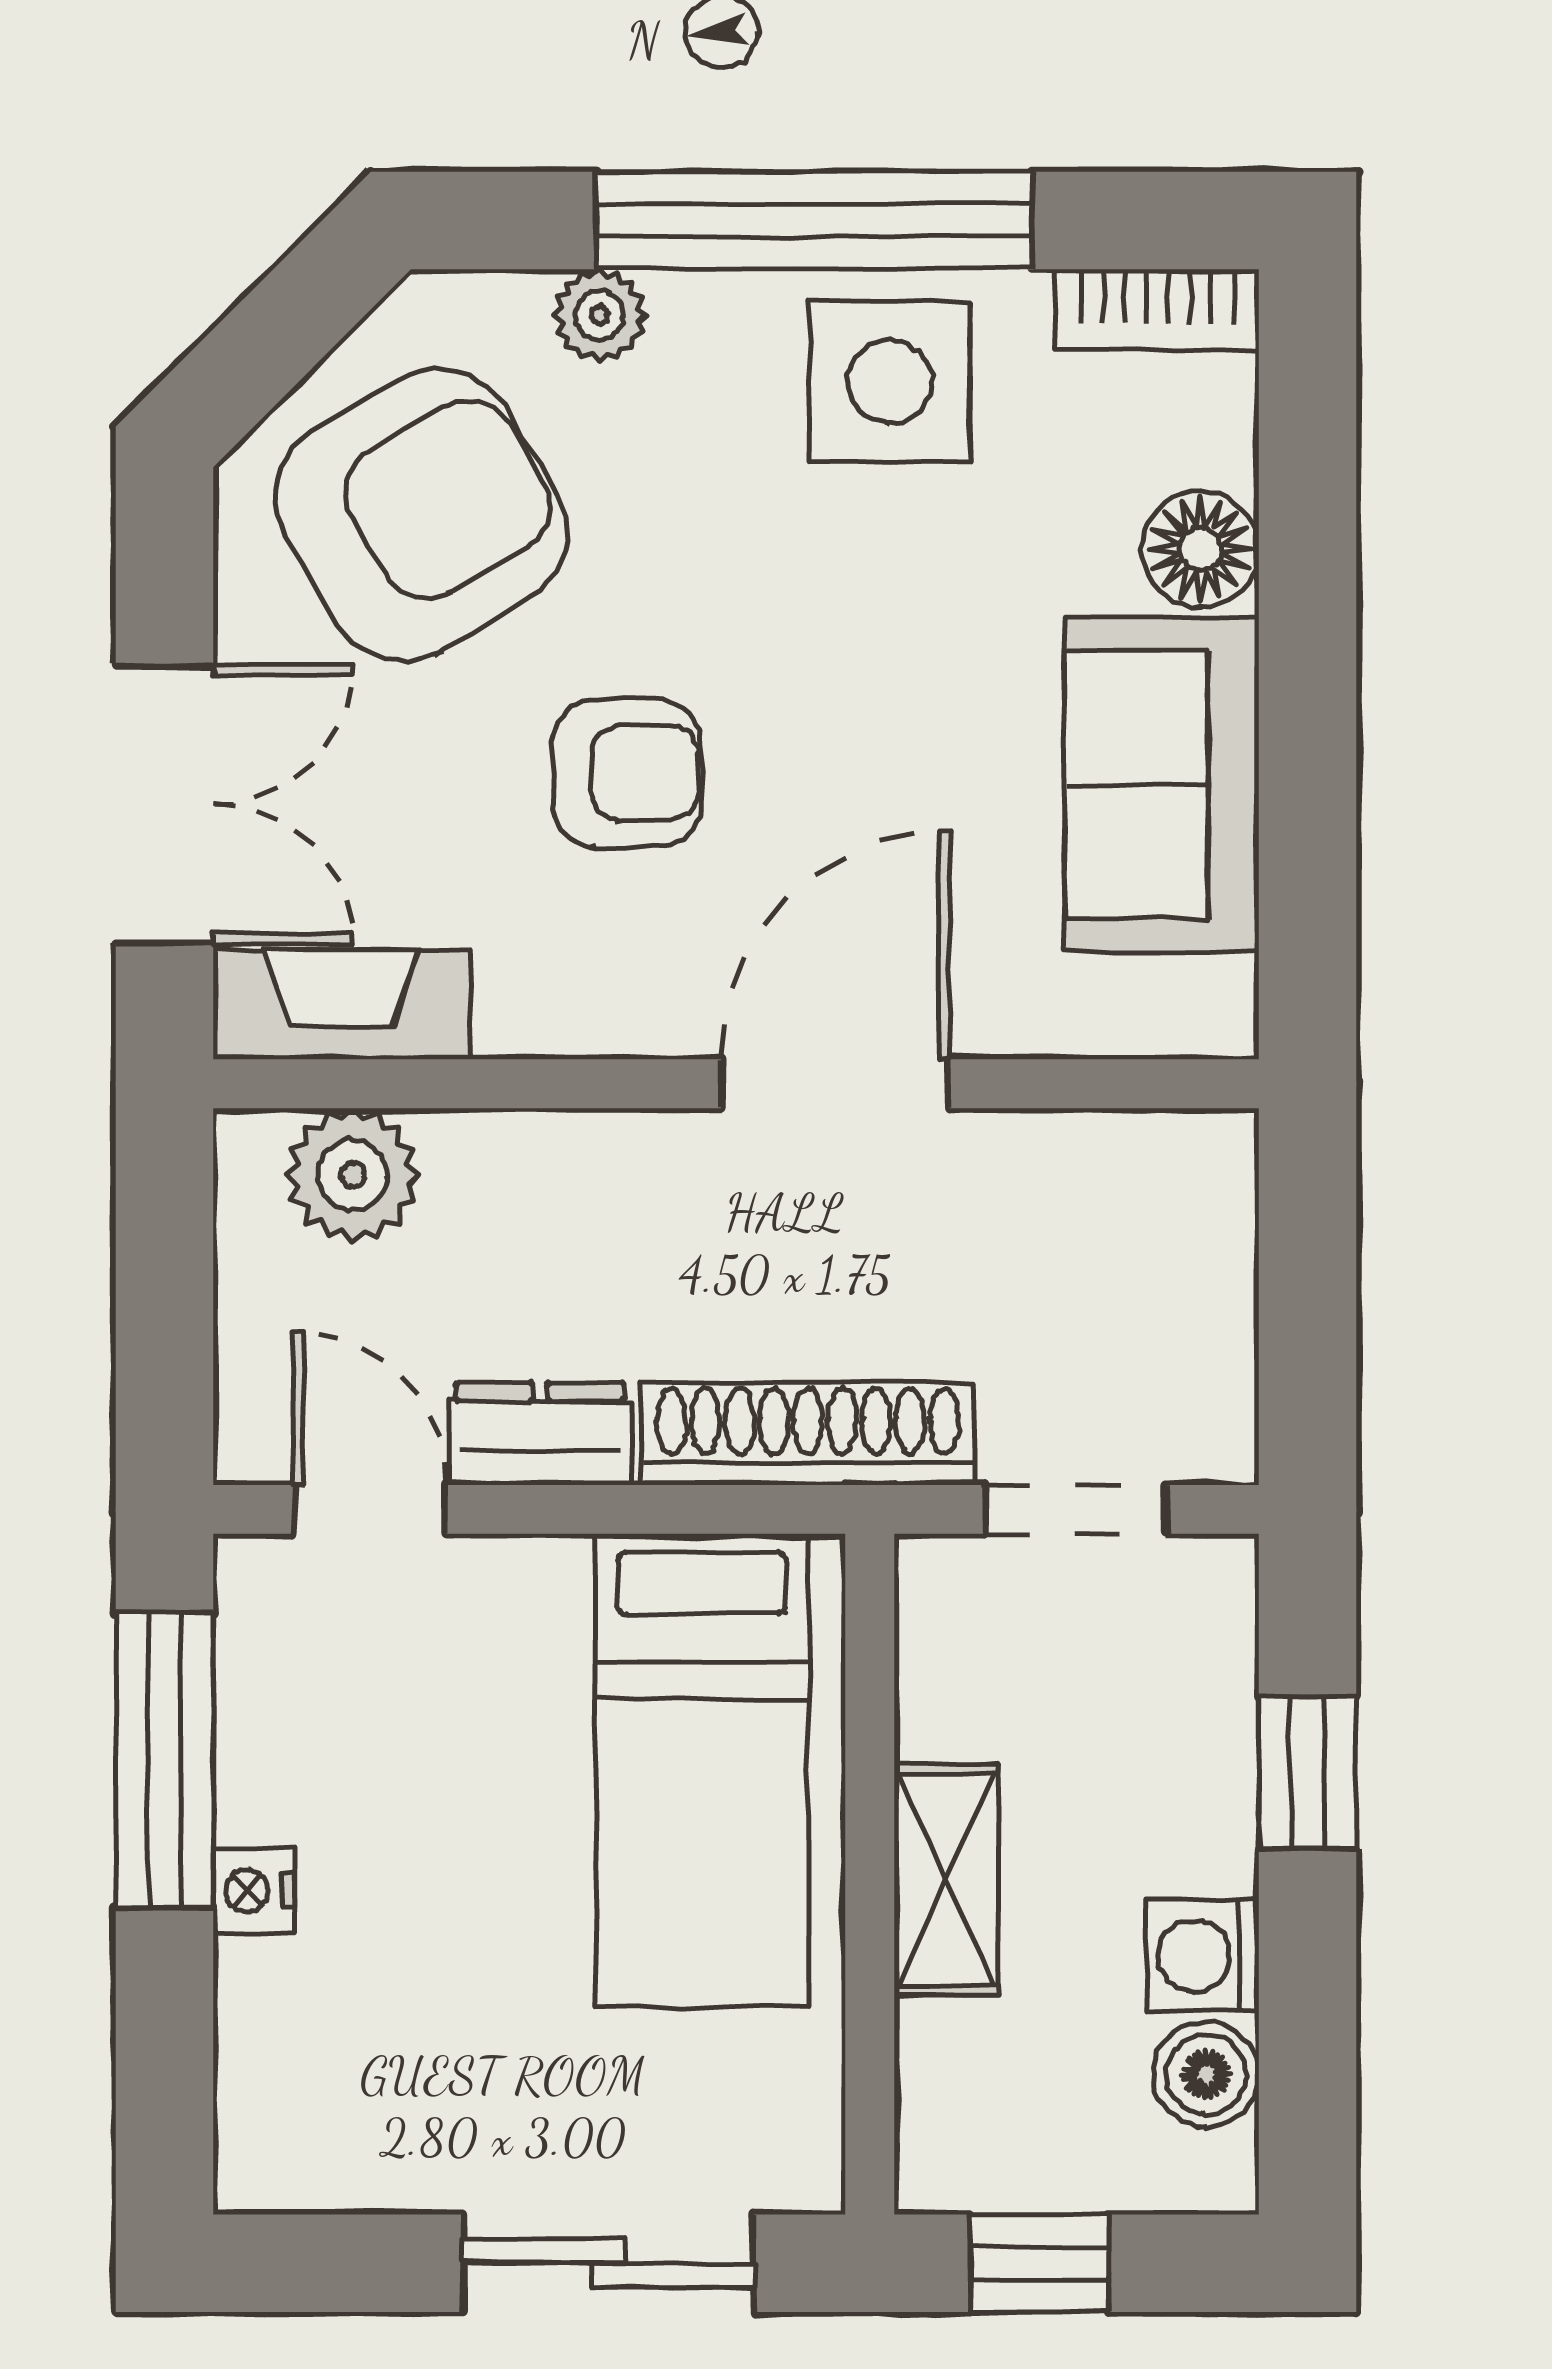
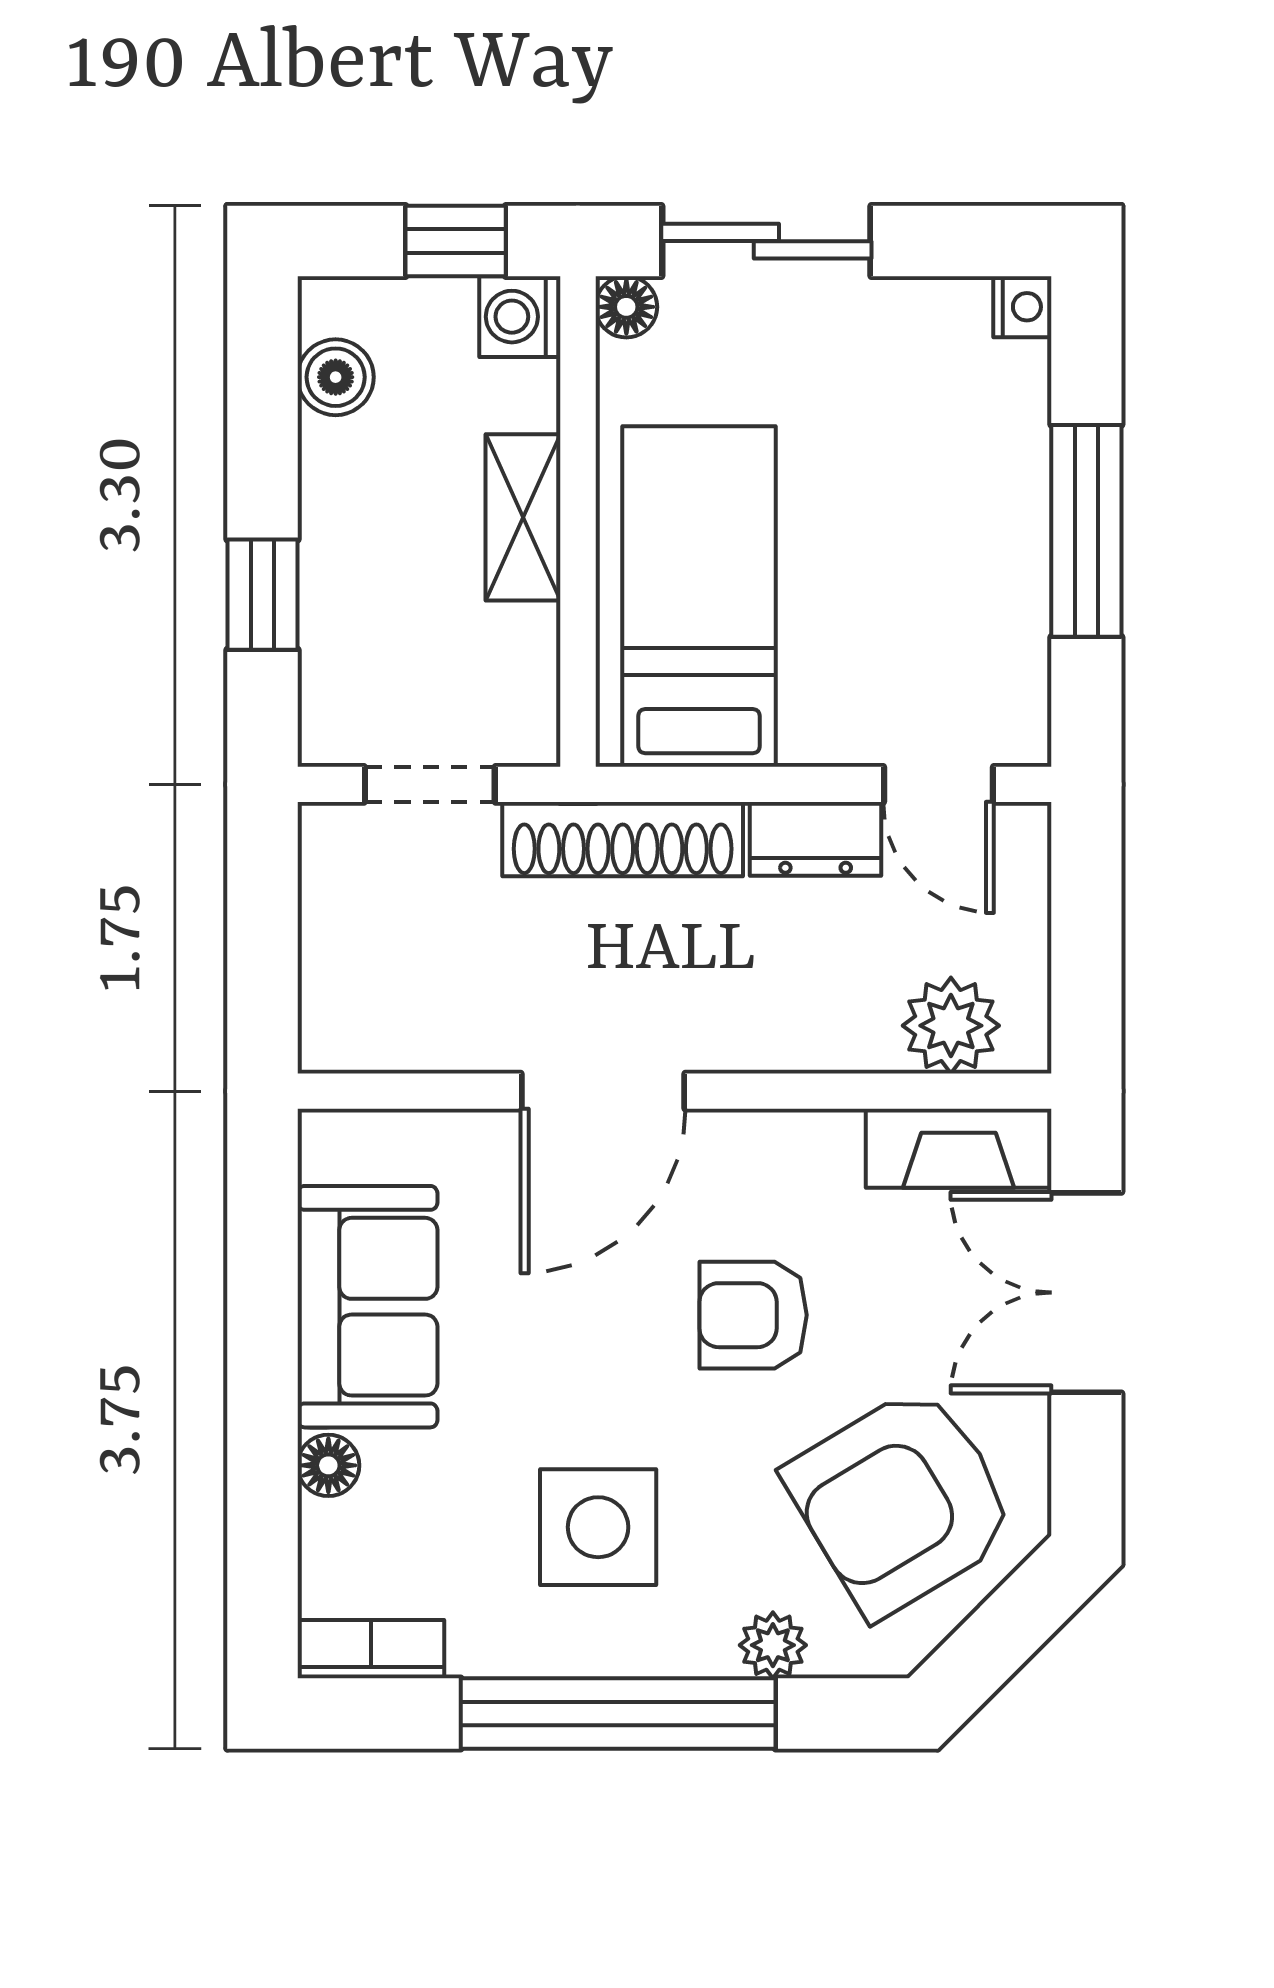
side table: (890, 382) -> (598, 1527), moved
floor lamp: (1200, 549) -> (328, 1465), width x0.73, depth x0.73
window: (165, 1761) -> (1086, 531), moved
nightstand: (253, 1890) -> (1022, 307), moved
washing machine: (1203, 1956) -> (520, 317), moved, turned 180
floor lamp: (803, 2172) -> (626, 307), added

